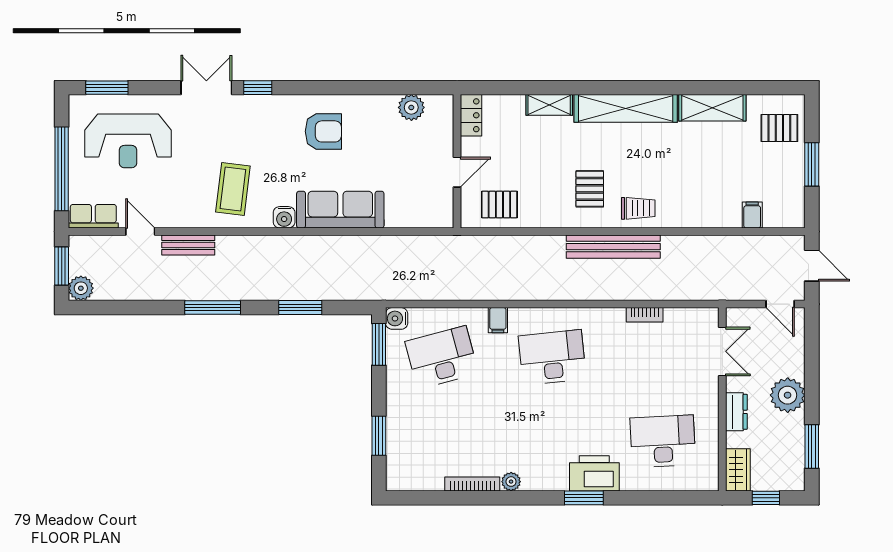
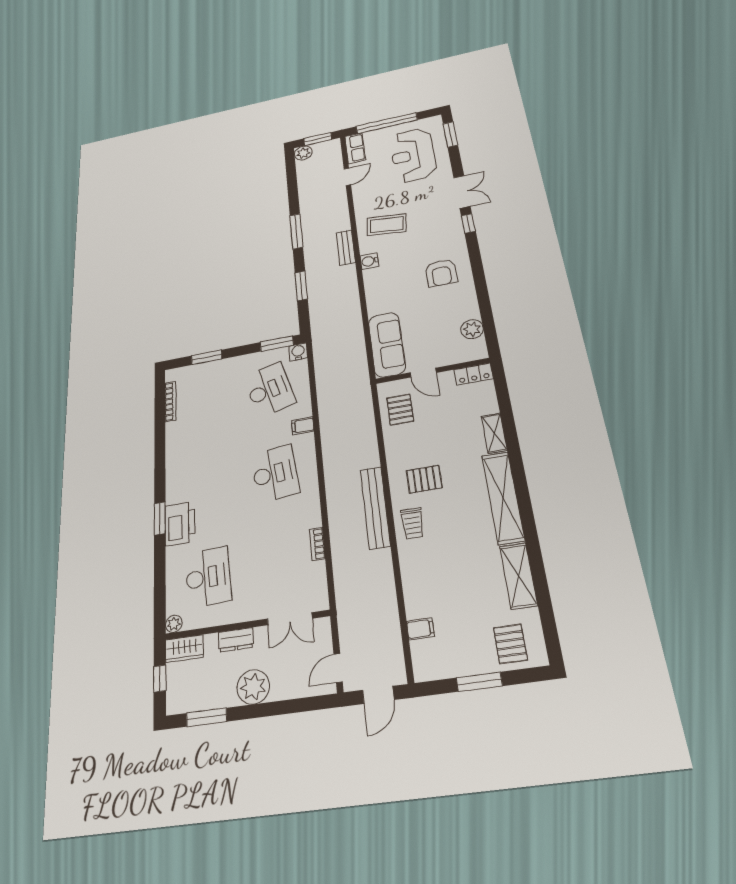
sofa: (340, 210) -> (387, 345), moved
bench: (188, 245) -> (346, 248), moved
plant: (511, 482) -> (174, 624), moved
bookcase: (472, 484) -> (170, 401), moved

